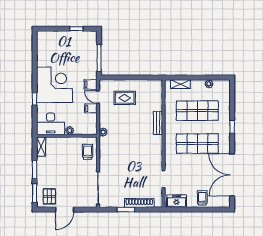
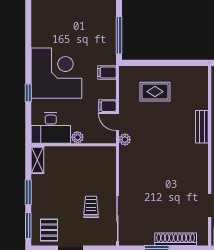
door: (98, 97) -> (117, 122), moved
trolley: (88, 152) -> (91, 207), moved

